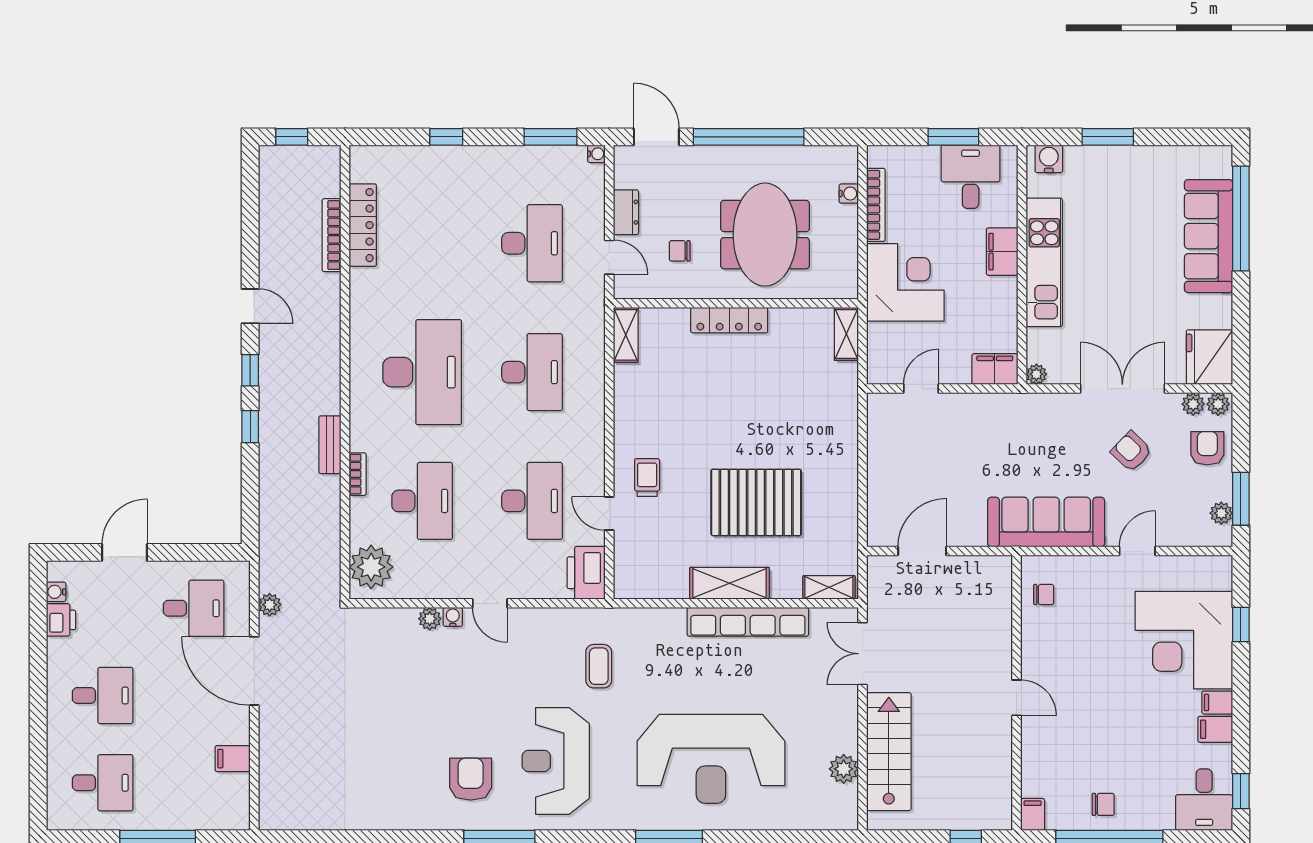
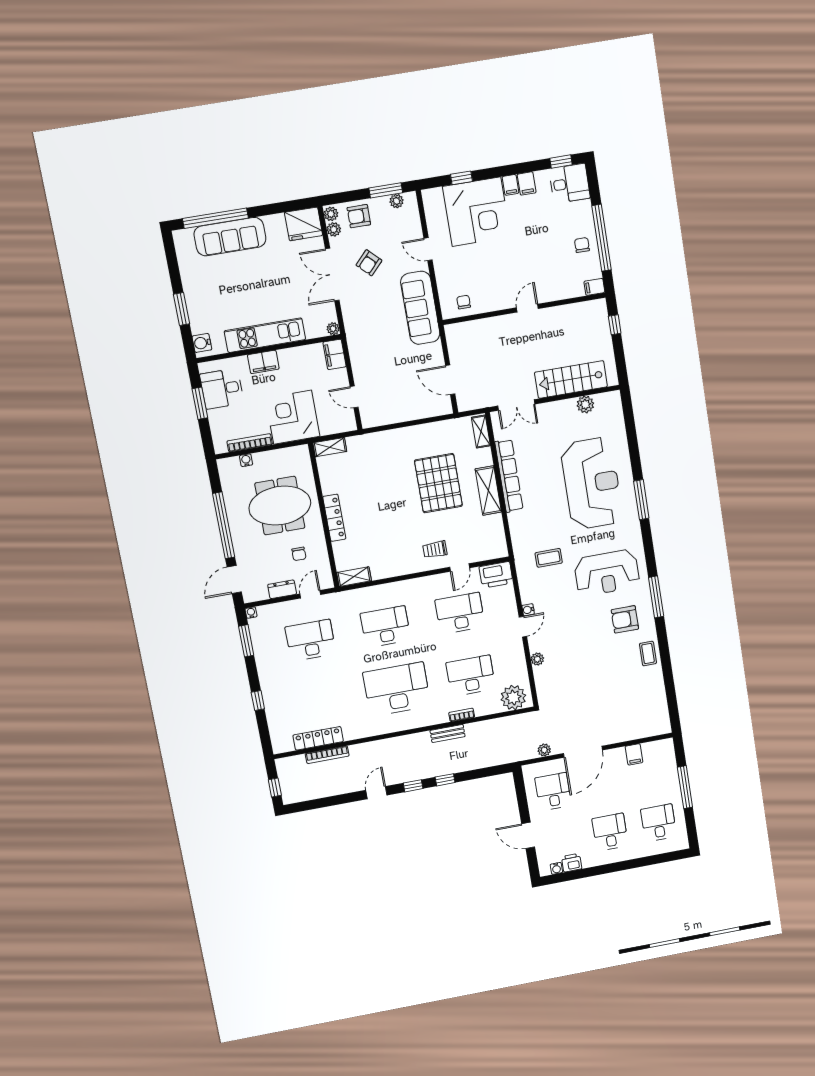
water cooler: (453, 617) -> (528, 610), moved
coffee table: (404, 810) -> (648, 654), added

